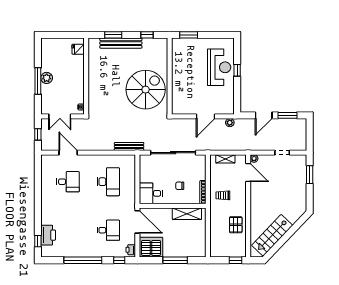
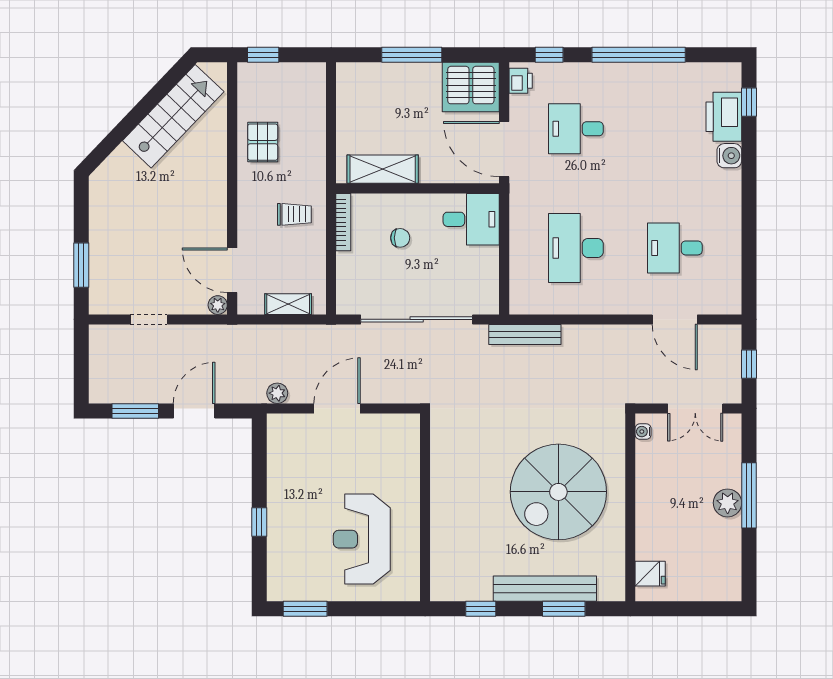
window: (189, 35) -> (305, 609), moved
reception desk: (219, 67) -> (362, 539), moved
spiral stairs: (146, 90) -> (558, 492), moved
double door: (60, 116) -> (695, 408), swing flipped
water cooler: (46, 219) -> (729, 156), added

